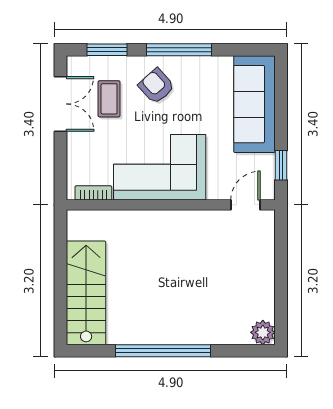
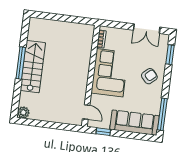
window: (179, 50) -> (162, 114), moved
coffee table: (109, 99) -> (146, 52), removed
stairs: (86, 293) -> (33, 67), moved, turned -90
window: (163, 351) -> (21, 63), width x0.68

